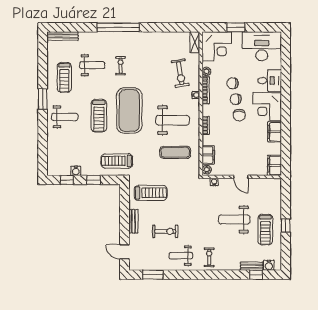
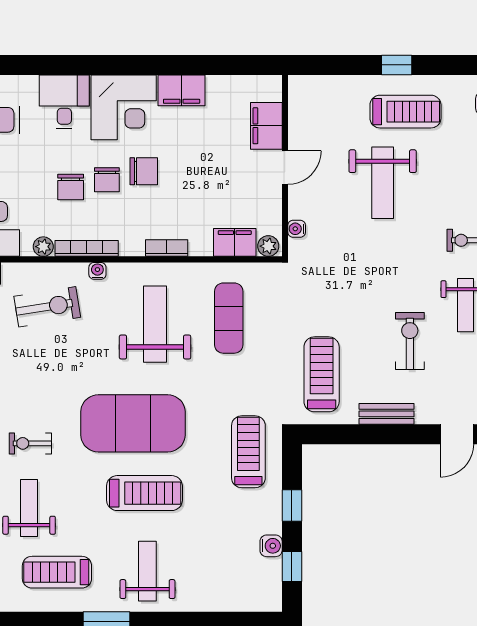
treadmill: (64, 77) -> (57, 572), turned 180
treadmill: (117, 161) -> (248, 452), turned 180
filing cabinet: (275, 165) -> (266, 126), moved, turned 90

